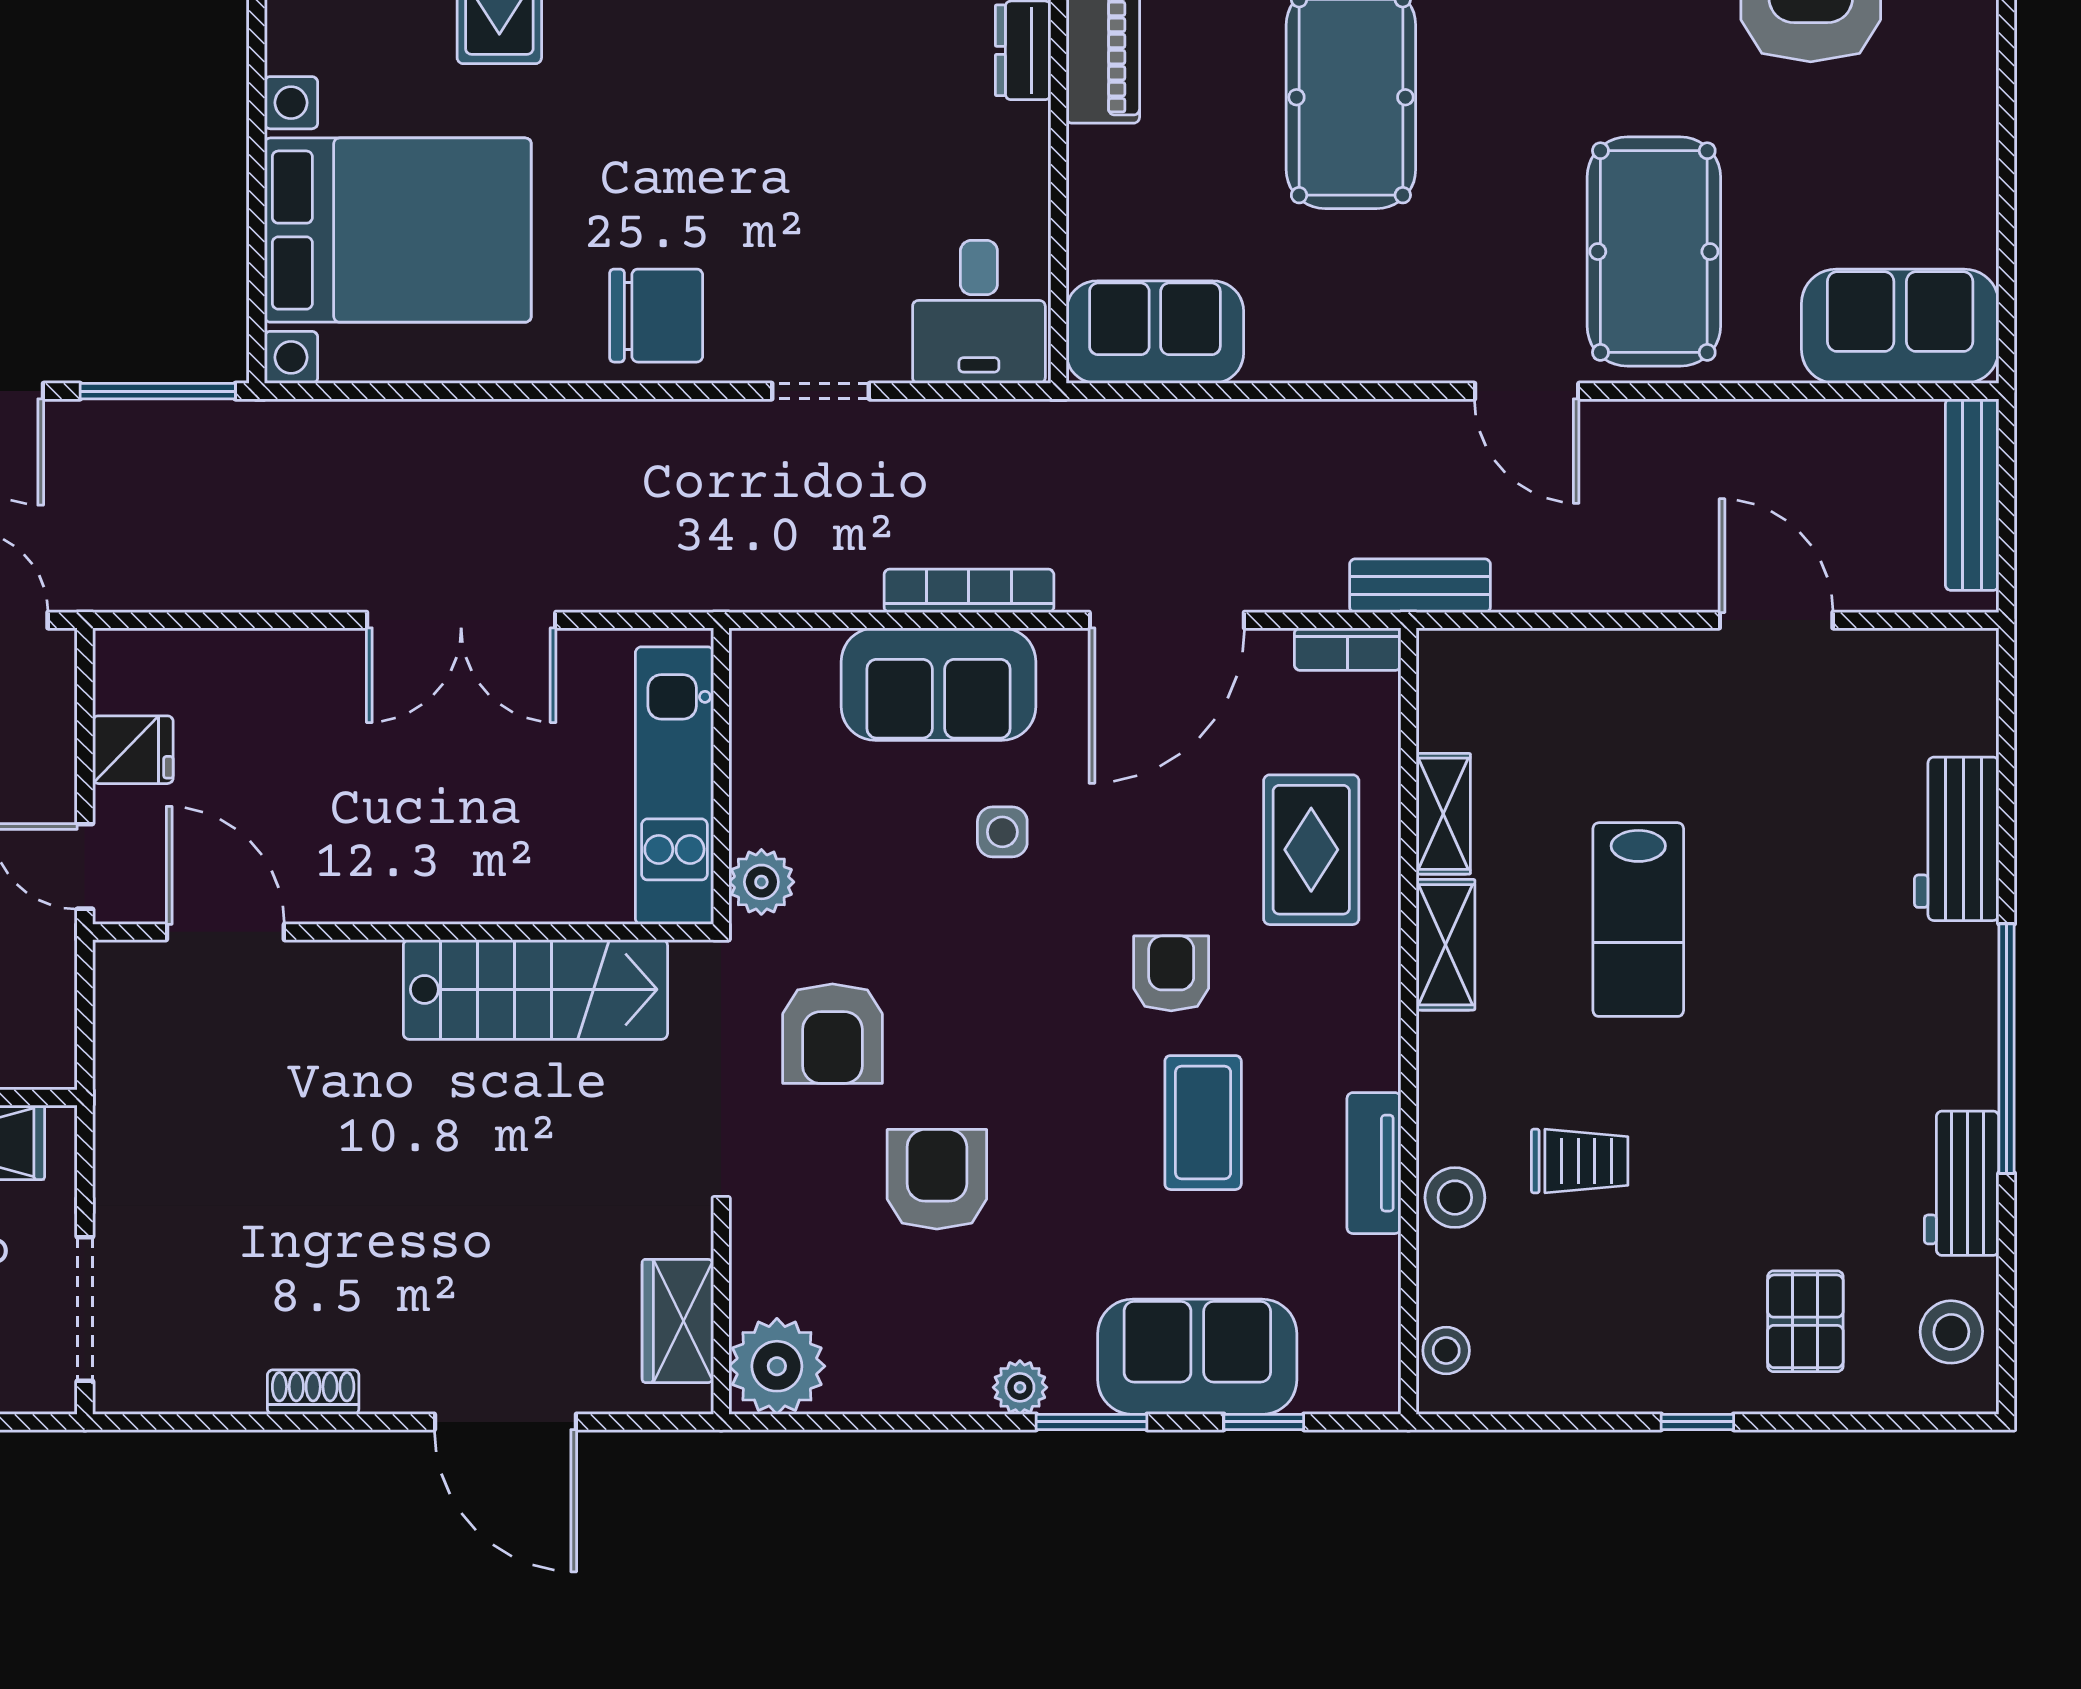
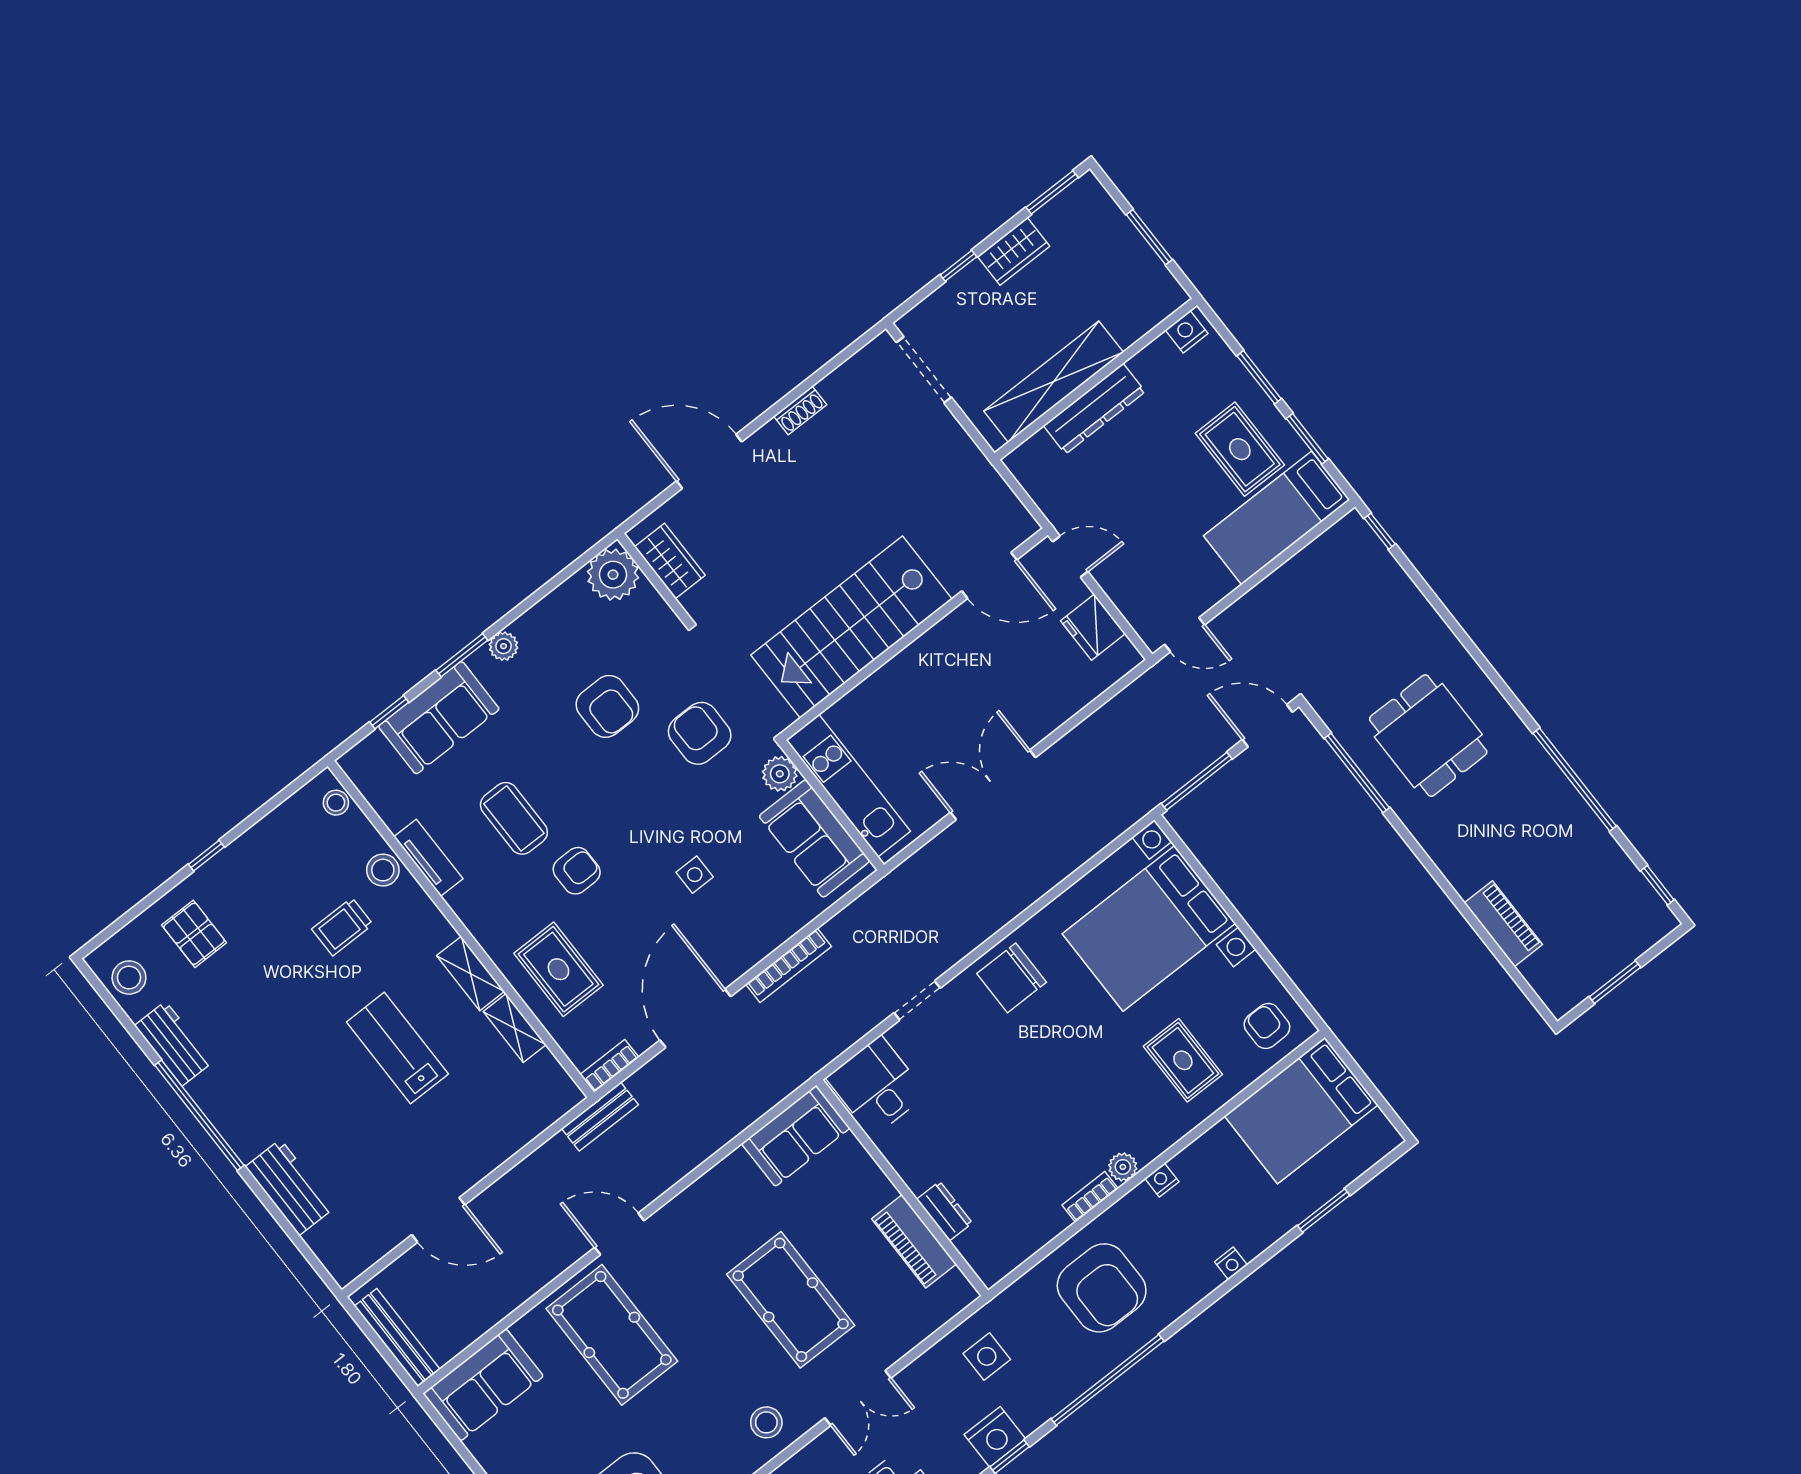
sofa: (938, 684) -> (814, 839), moved, turned -90
fridge: (133, 750) -> (1093, 627), width x1.38
armchair: (1171, 973) -> (577, 871), turned -90
stairs: (535, 989) -> (851, 627), width x1.36, depth x1.51

